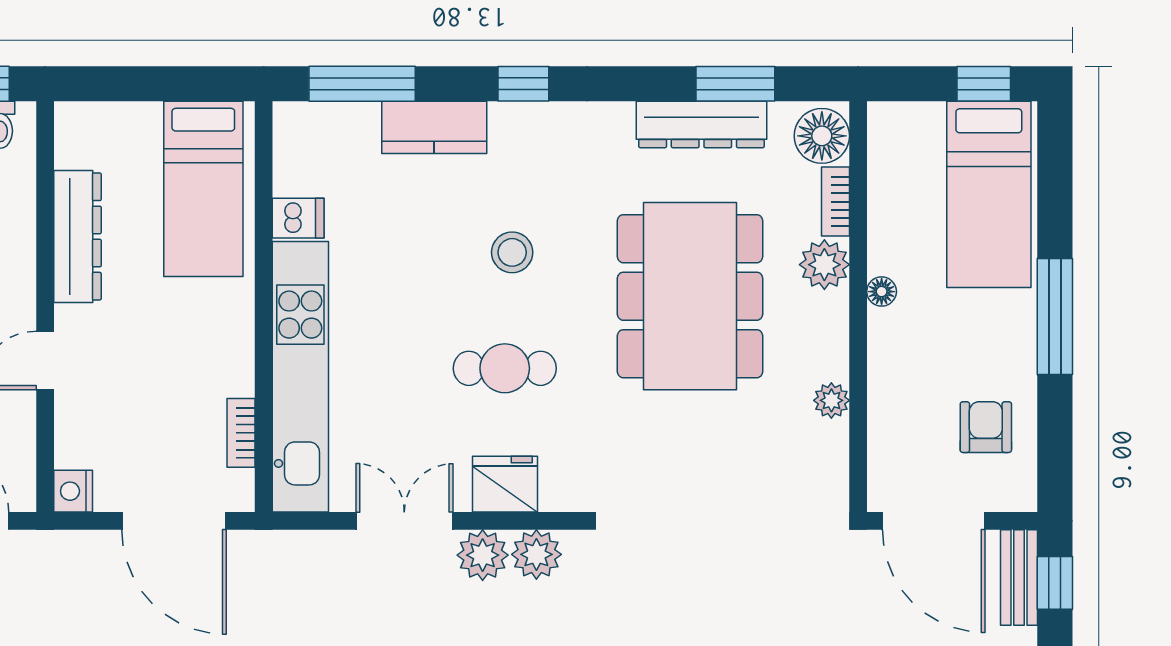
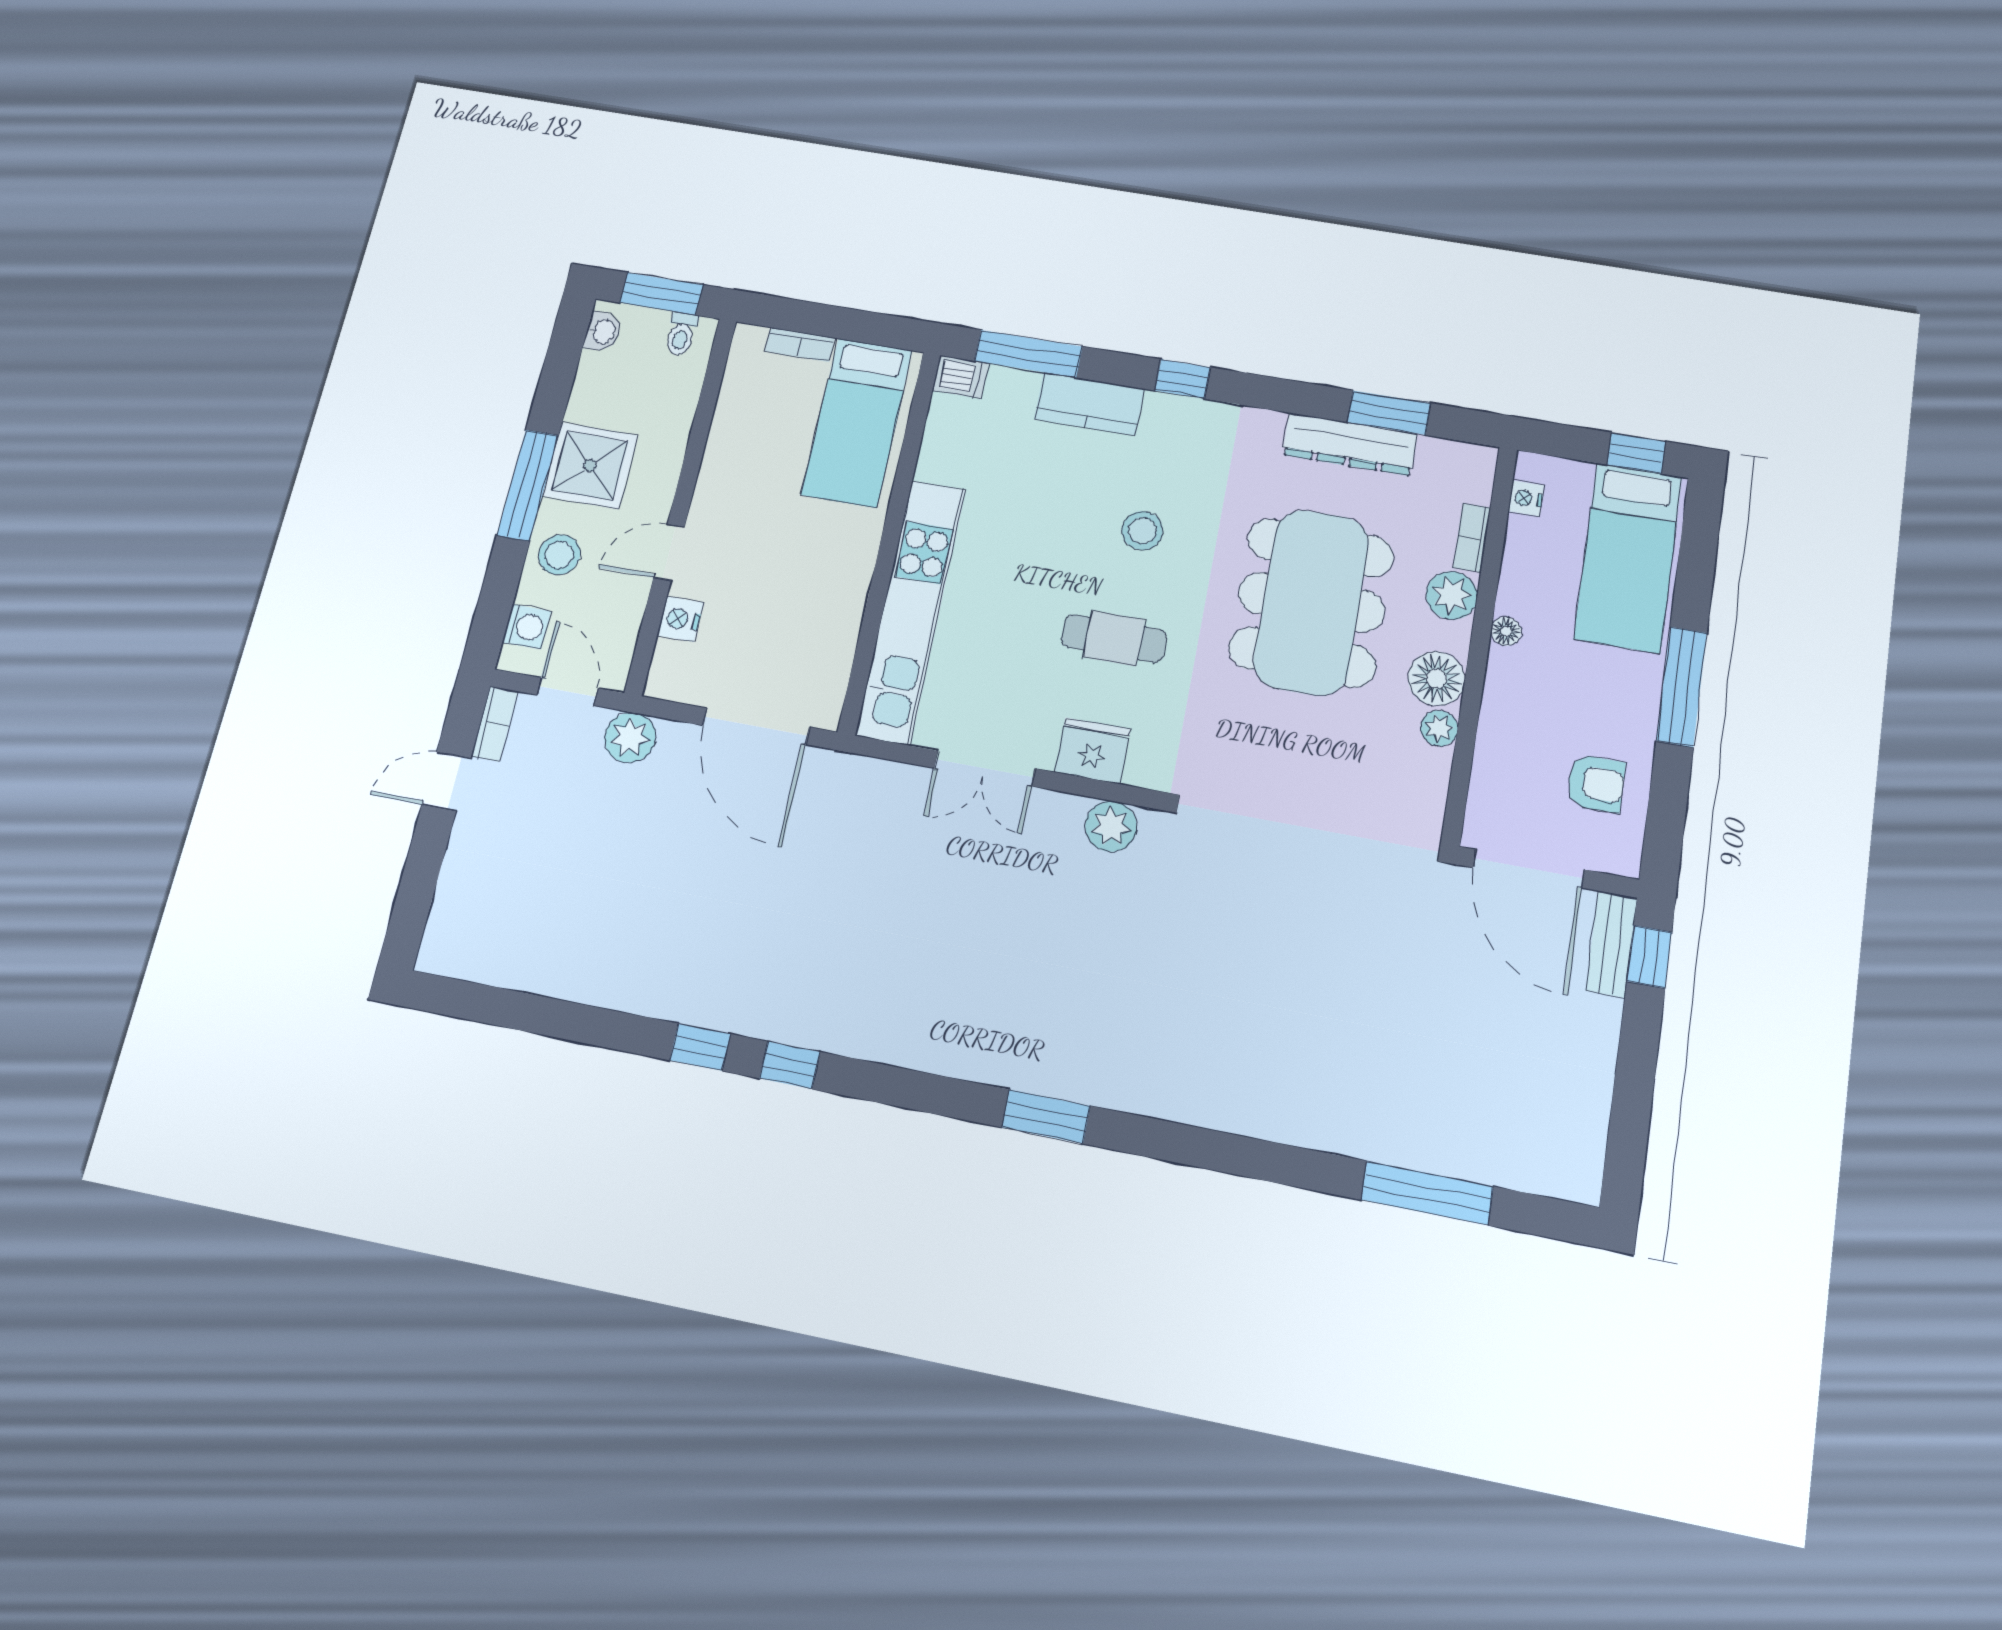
floor lamp: (822, 136) -> (1436, 679), moved
nightstand: (882, 151) -> (1526, 498), added
dishwasher: (298, 218) -> (961, 377), moved
dresser: (77, 236) -> (728, 445), removed
armchair: (986, 427) -> (1596, 783), turned 90
bookcase: (241, 433) -> (800, 345), moved, turned -90
nightstand: (73, 491) -> (680, 619), moved
double door: (404, 521) -> (984, 768), swing flipped
plant: (483, 555) -> (630, 738), moved

